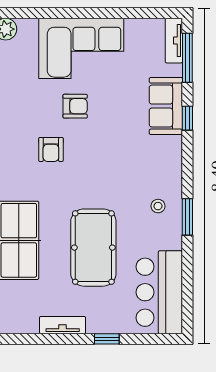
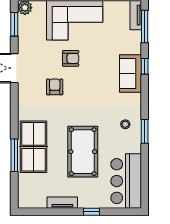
sofa: (166, 106) -> (130, 74), moved
armchair: (51, 149) -> (55, 87), turned 180

